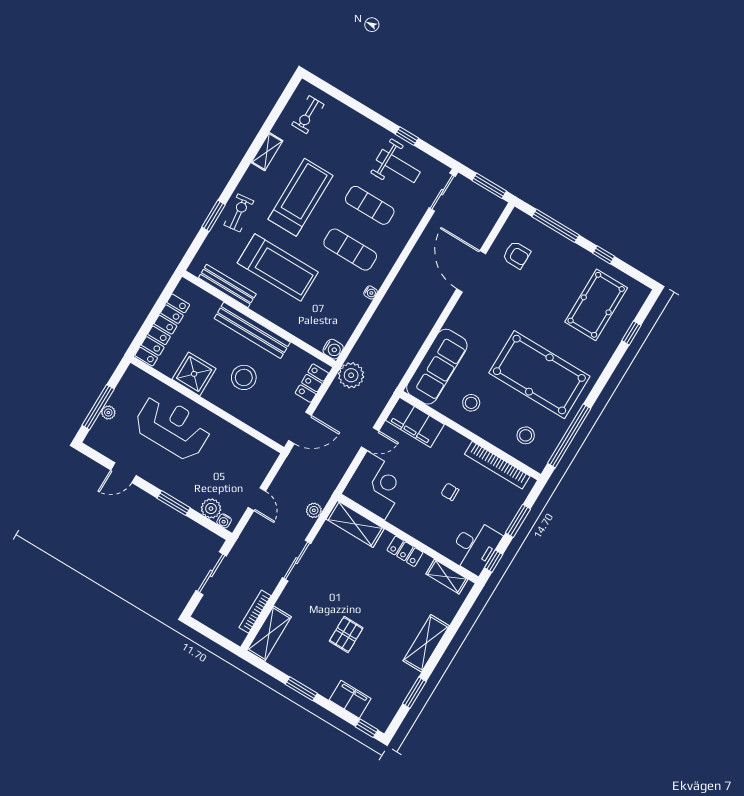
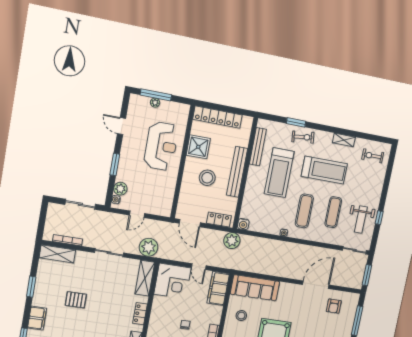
plant: (314, 510) -> (149, 247), width x1.87, depth x1.87

